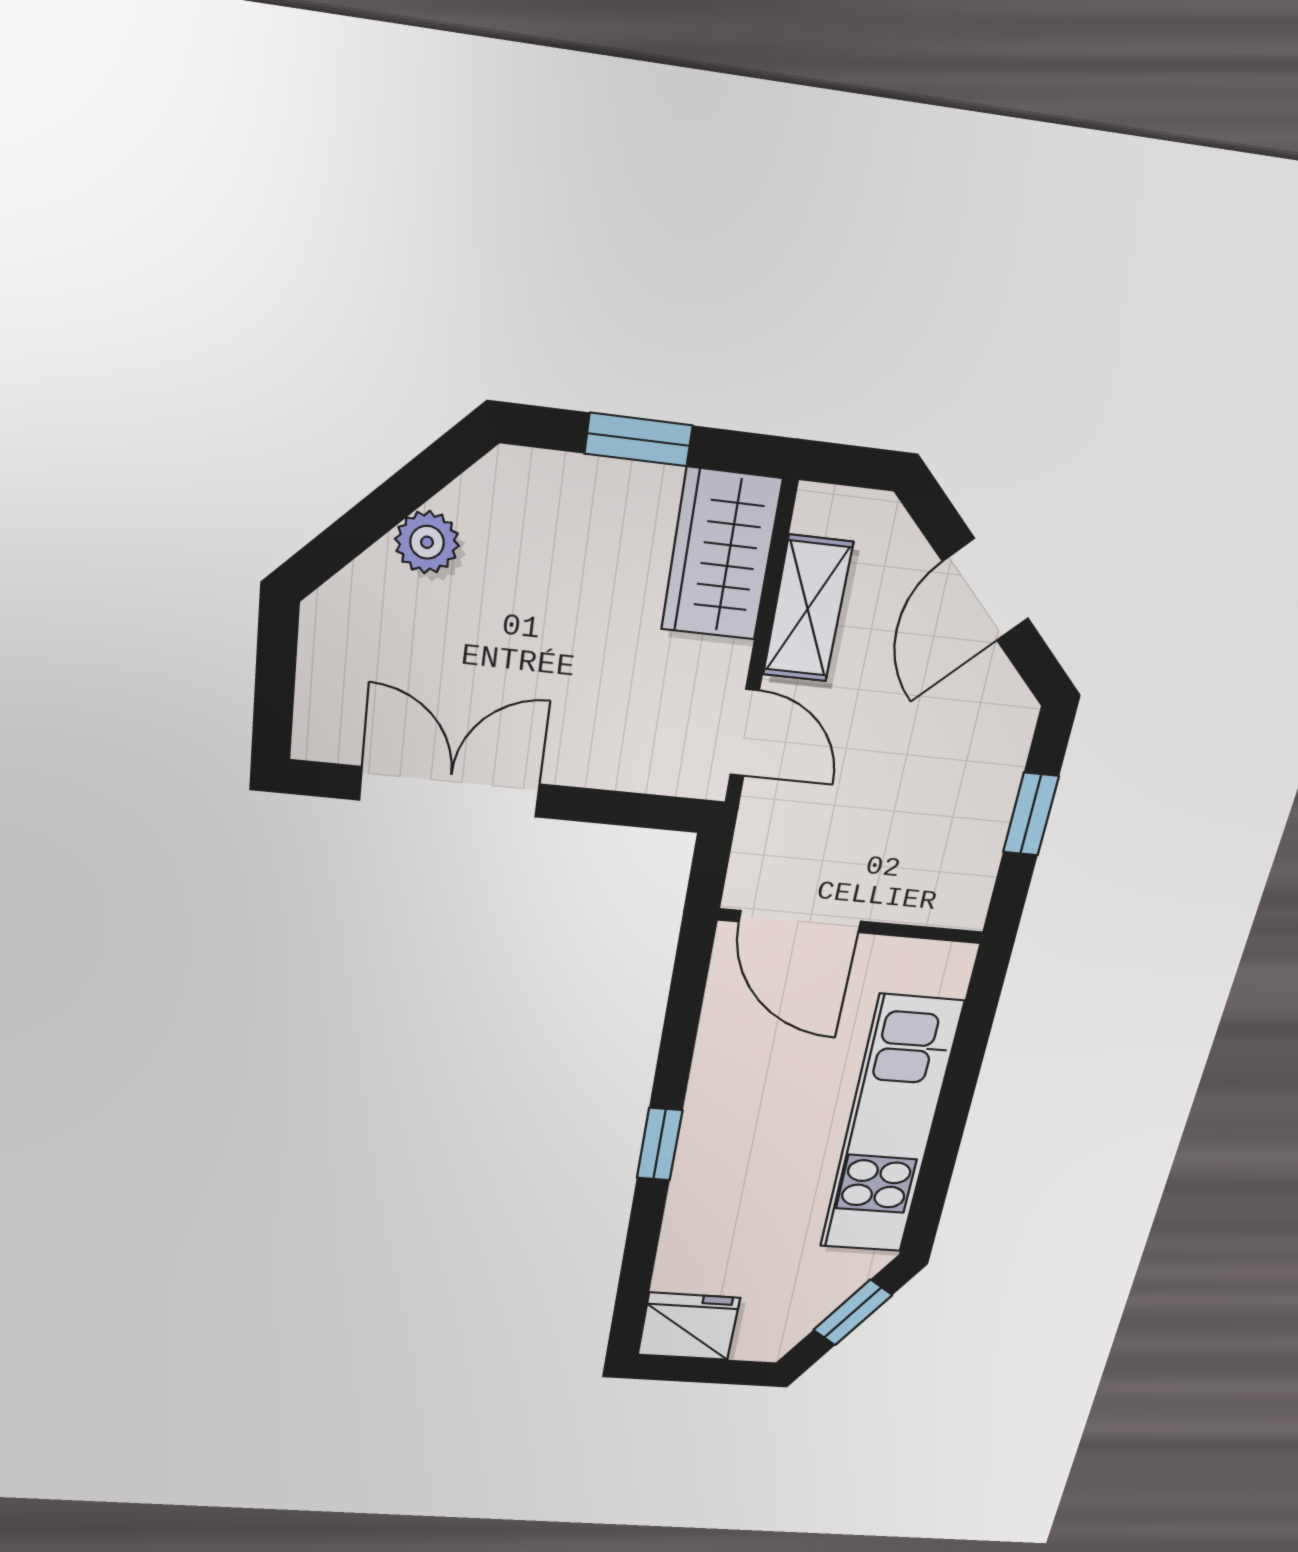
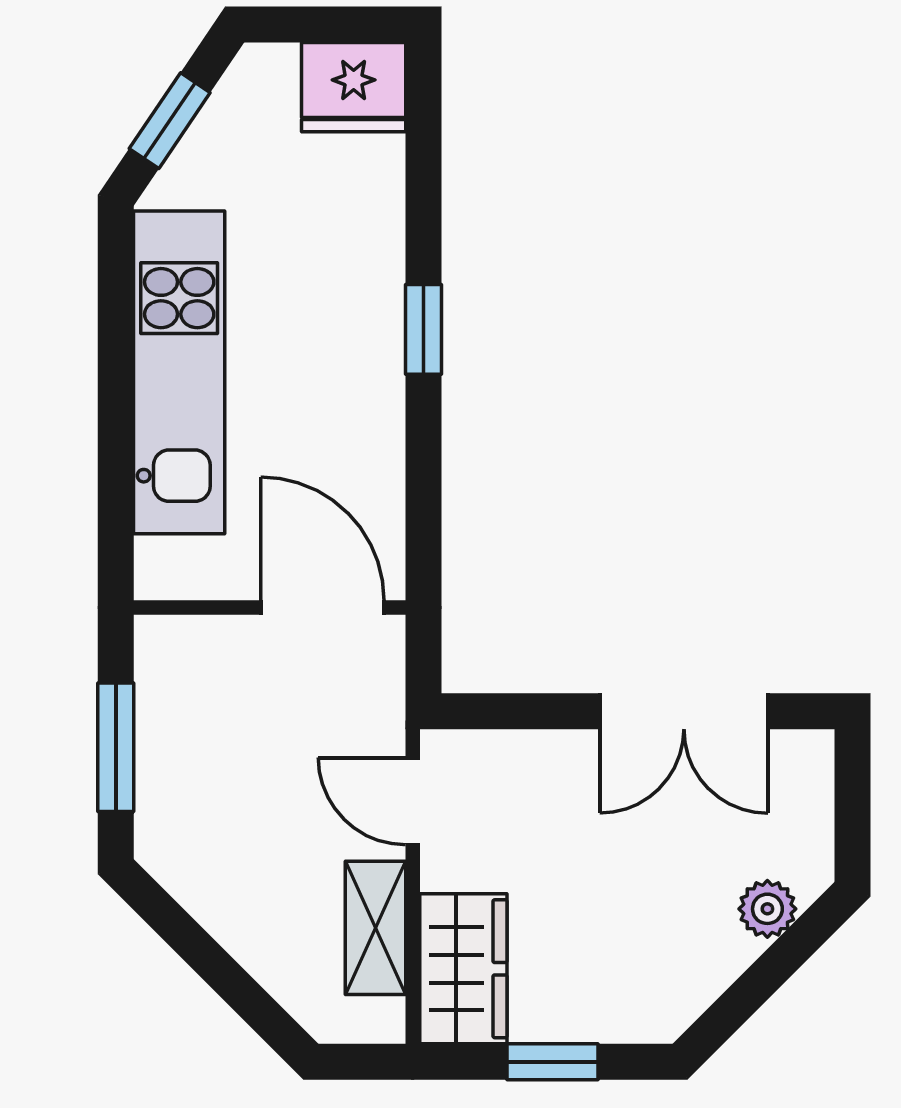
plant: (427, 542) -> (767, 909), moved
door: (986, 590) -> (214, 965), removed
window: (1031, 814) -> (116, 747), width x1.50

